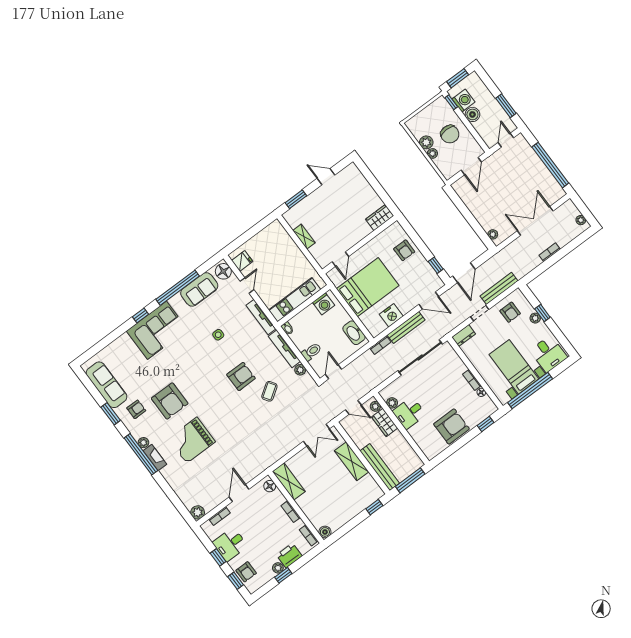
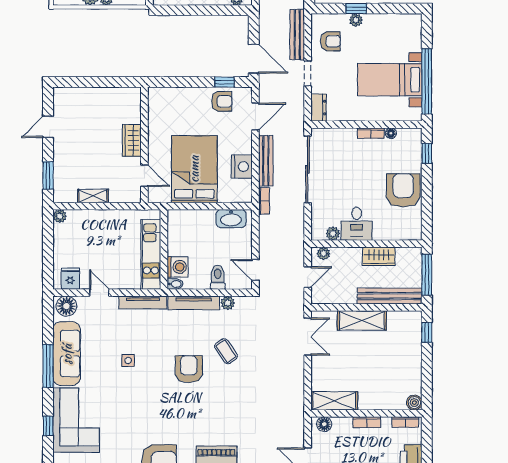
wardrobe: (380, 218) -> (132, 141), moved
plant: (276, 225) -> (60, 216), added
armchair: (404, 250) -> (222, 101), moved
window: (178, 288) -> (48, 366), width x0.68
sofa: (199, 289) -> (67, 354), width x1.36
washing machine: (324, 304) -> (178, 267), moved
desk: (549, 354) -> (403, 34), removed
wardrobe: (385, 422) -> (379, 256), moved

